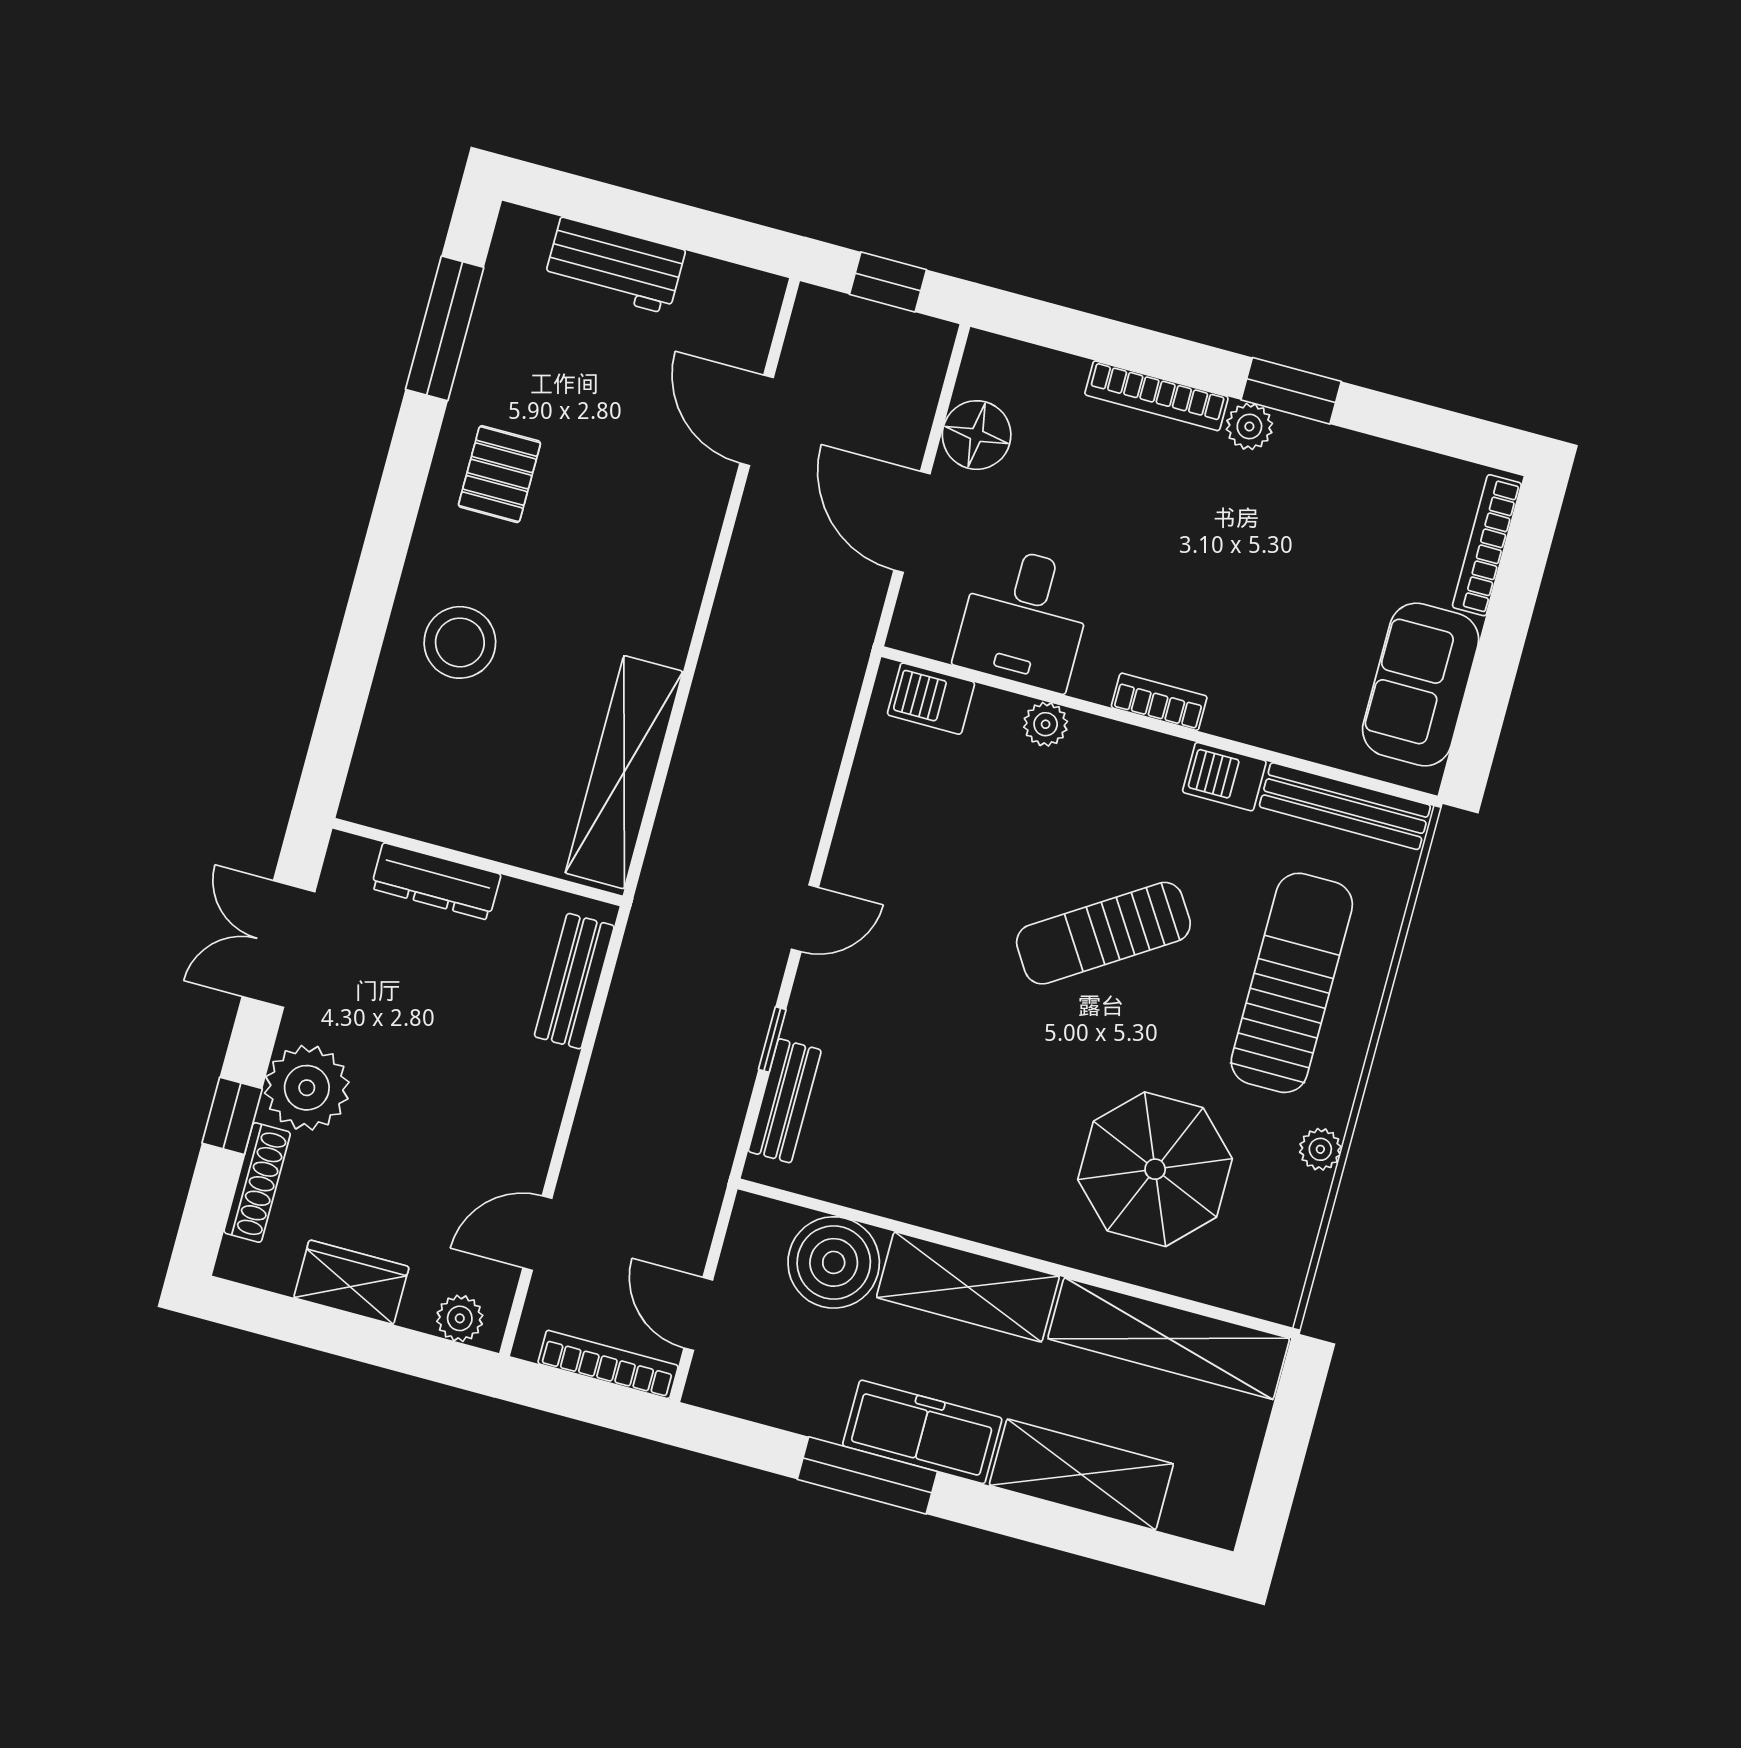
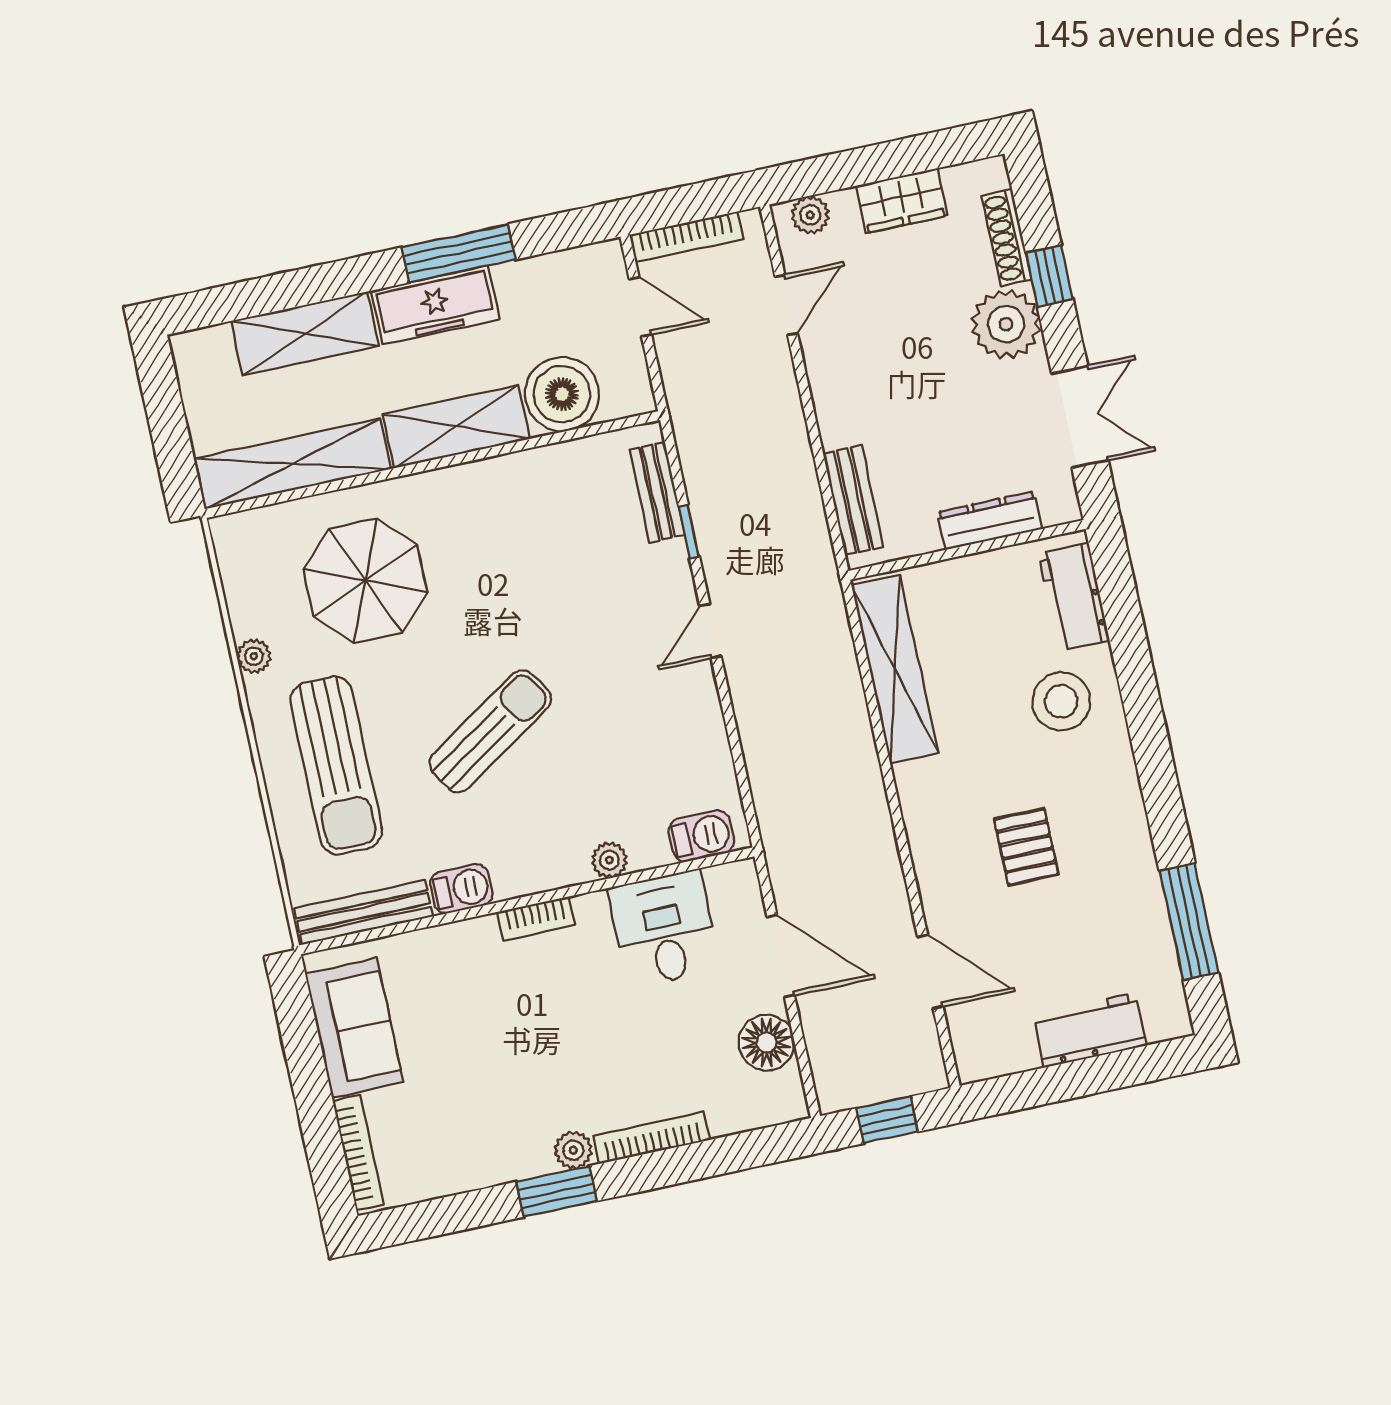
pallet: (499, 474) -> (1026, 847), moved
workbench: (387, 750) -> (1074, 597), added

